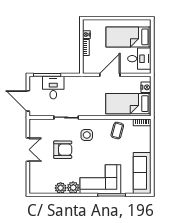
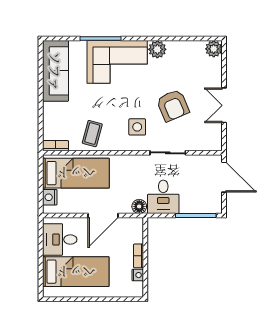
floor lamp: (85, 81) -> (139, 206), added
desk: (53, 88) -> (163, 197), moved
armchair: (63, 150) -> (173, 105), turned -113
plant: (61, 188) -> (214, 49), moved

